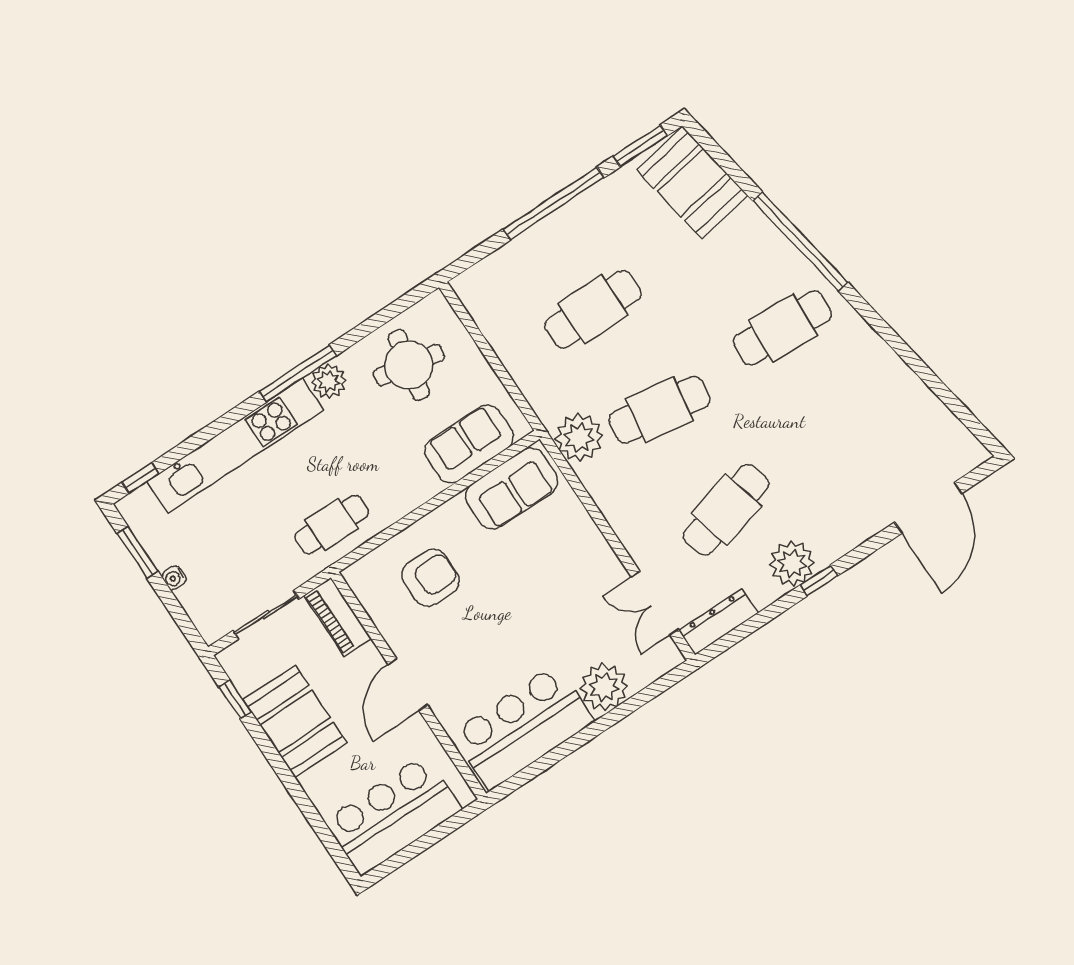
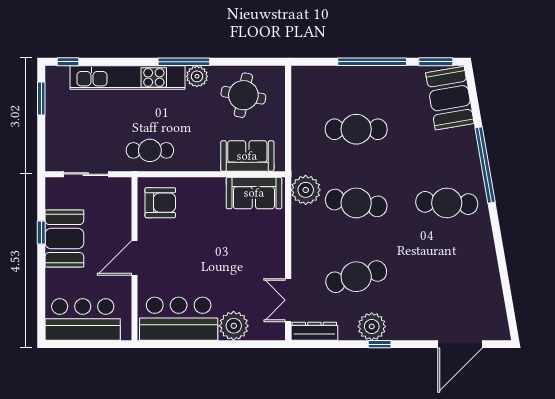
water cooler: (174, 578) -> (51, 124), removed
armchair: (431, 578) -> (160, 203), moved
piano: (337, 617) -> (122, 200), removed
window: (235, 699) -> (41, 232), moved

